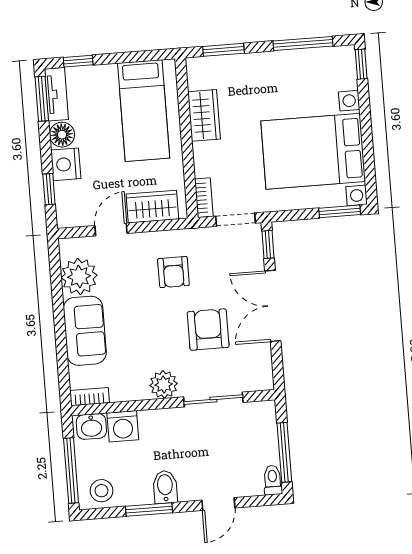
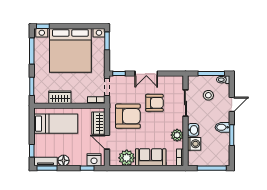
bed with nightstands: (313, 151) -> (70, 50), width x1.36
nightstand: (66, 164) -> (94, 160), moved
armchair: (173, 272) -> (128, 116), width x1.88, depth x1.88
double door: (273, 306) -> (146, 74), width x0.73
armchair: (208, 330) -> (154, 103), turned 180
plant: (164, 384) -> (177, 135), moved
washbasin: (91, 426) -> (193, 130), moved
stool: (101, 491) -> (208, 95), moved
door: (218, 504) -> (232, 104), hinge flipped

